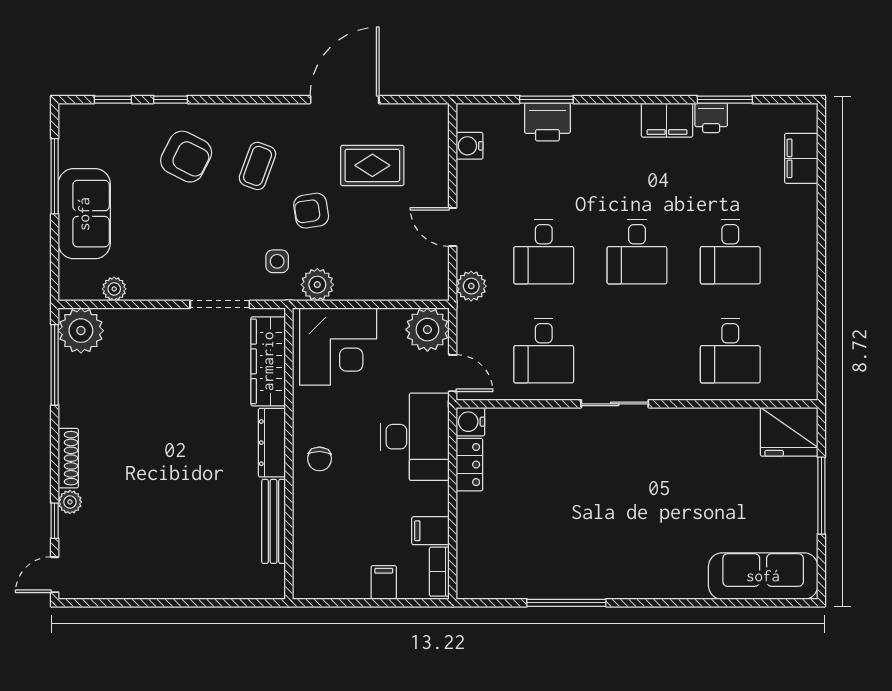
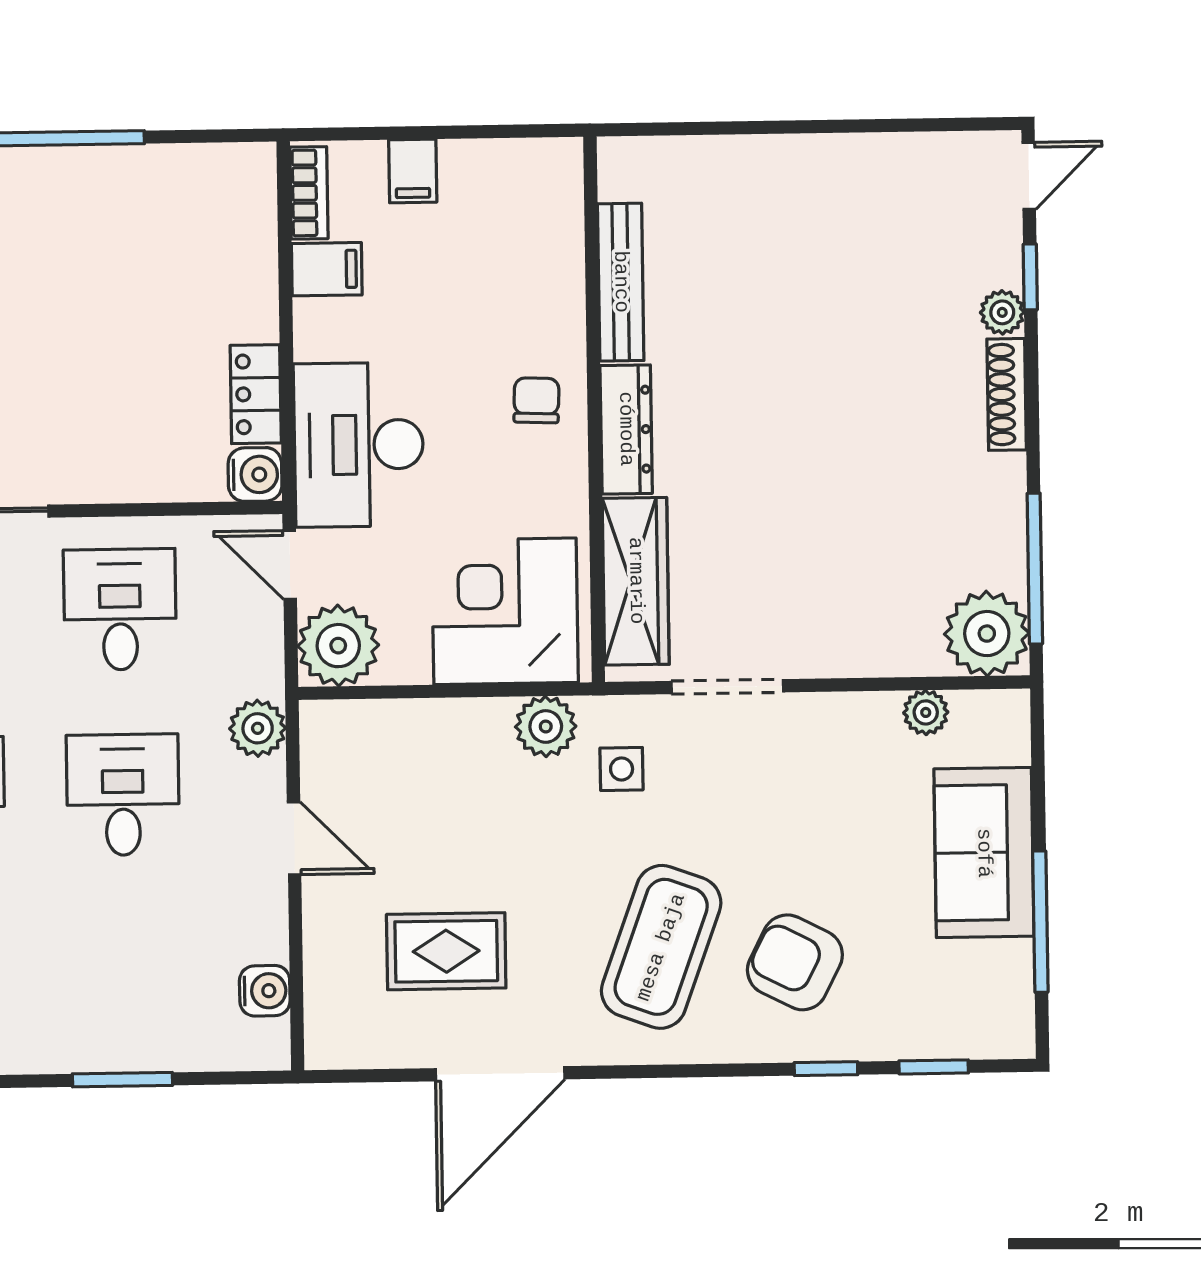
printer: (547, 122) -> (120, 1038), removed
coffee table: (257, 166) -> (661, 947), width x1.86, depth x1.72
armchair: (311, 211) -> (559, 865), removed

